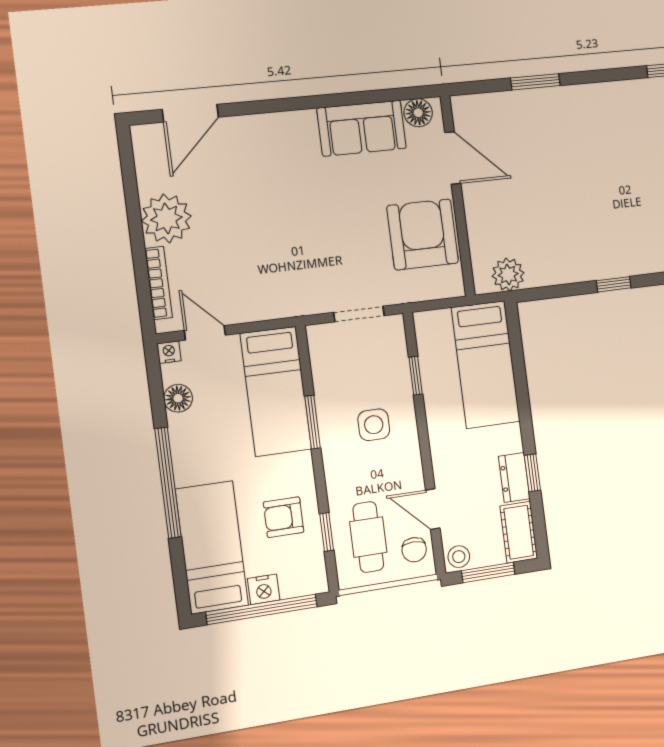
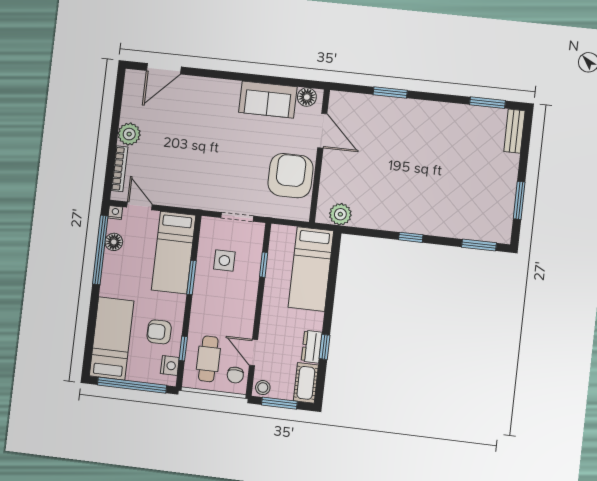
plant: (166, 218) -> (129, 134), width x0.73, depth x0.73
side table: (374, 425) -> (224, 261), moved
window: (168, 483) -> (100, 250), moved
nightstand: (264, 589) -> (170, 366), moved, turned -90

